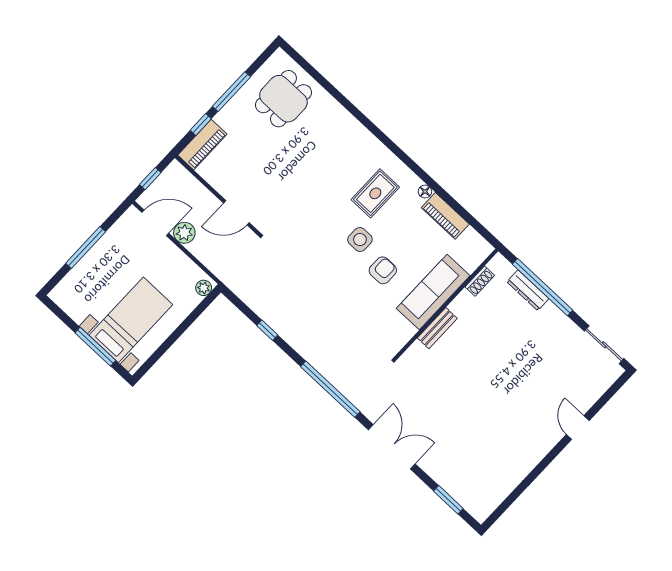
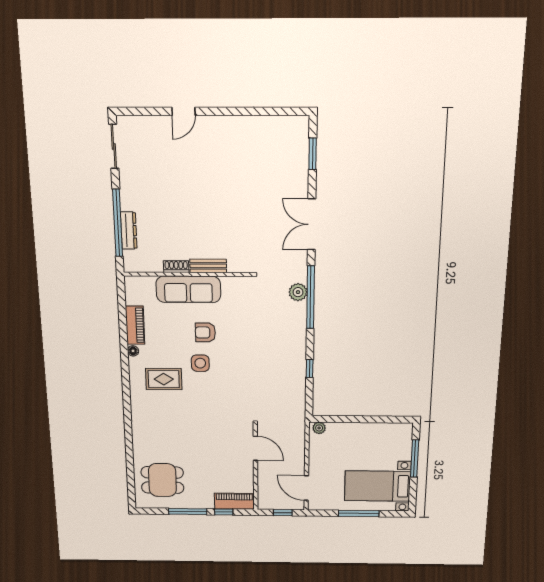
plant: (184, 233) -> (298, 292), moved
shoe rack: (480, 281) -> (176, 267), moved
bed with nightstands: (131, 320) -> (377, 486), moved

